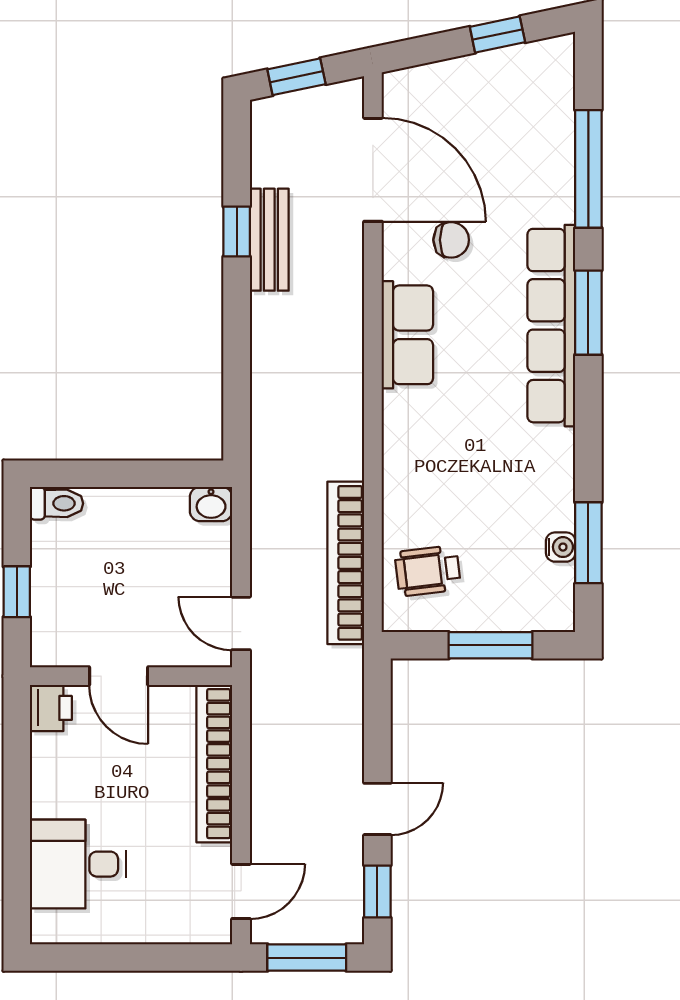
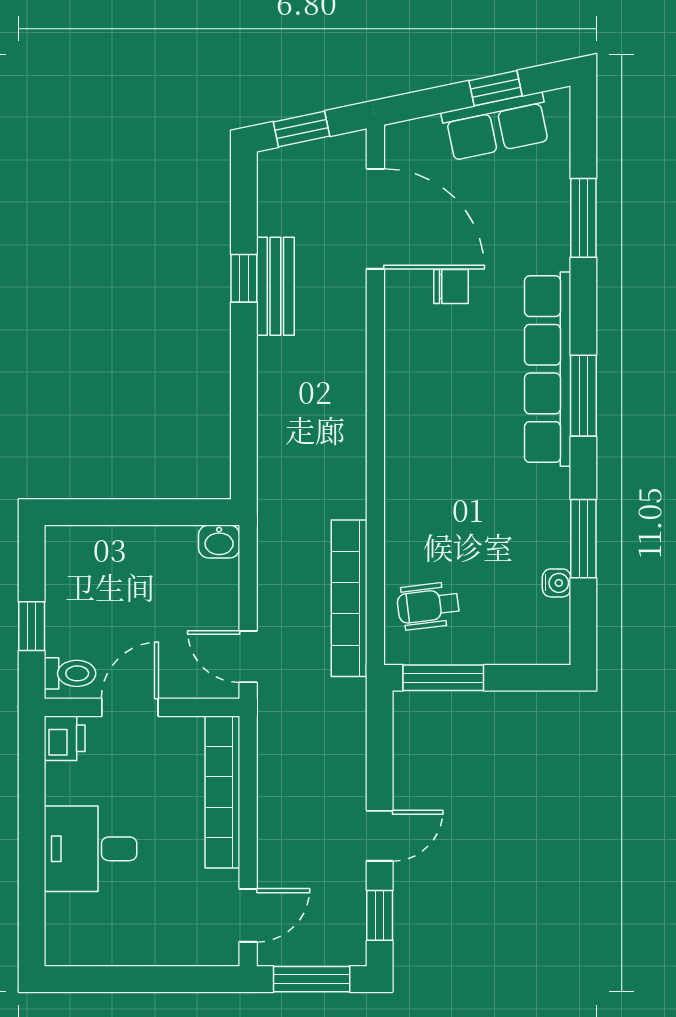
window: (588, 169) -> (583, 218), width x0.69
window: (588, 313) -> (583, 396), moved
row of seats: (407, 335) -> (496, 126), moved, turned 78
toilet: (57, 503) -> (70, 673), moved
window: (588, 543) -> (583, 539), moved
window: (491, 645) -> (443, 678), moved
door: (119, 676) -> (130, 707), swing flipped
desk: (78, 864) -> (90, 849), moved

